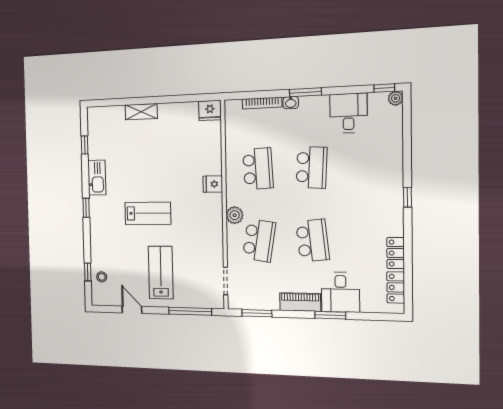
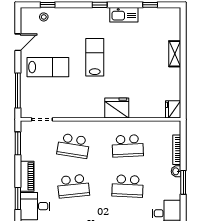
fridge: (213, 184) -> (117, 108), width x1.88, depth x1.34
lab bench: (148, 213) -> (95, 57), turned 180
plant: (235, 215) -> (93, 127), removed

